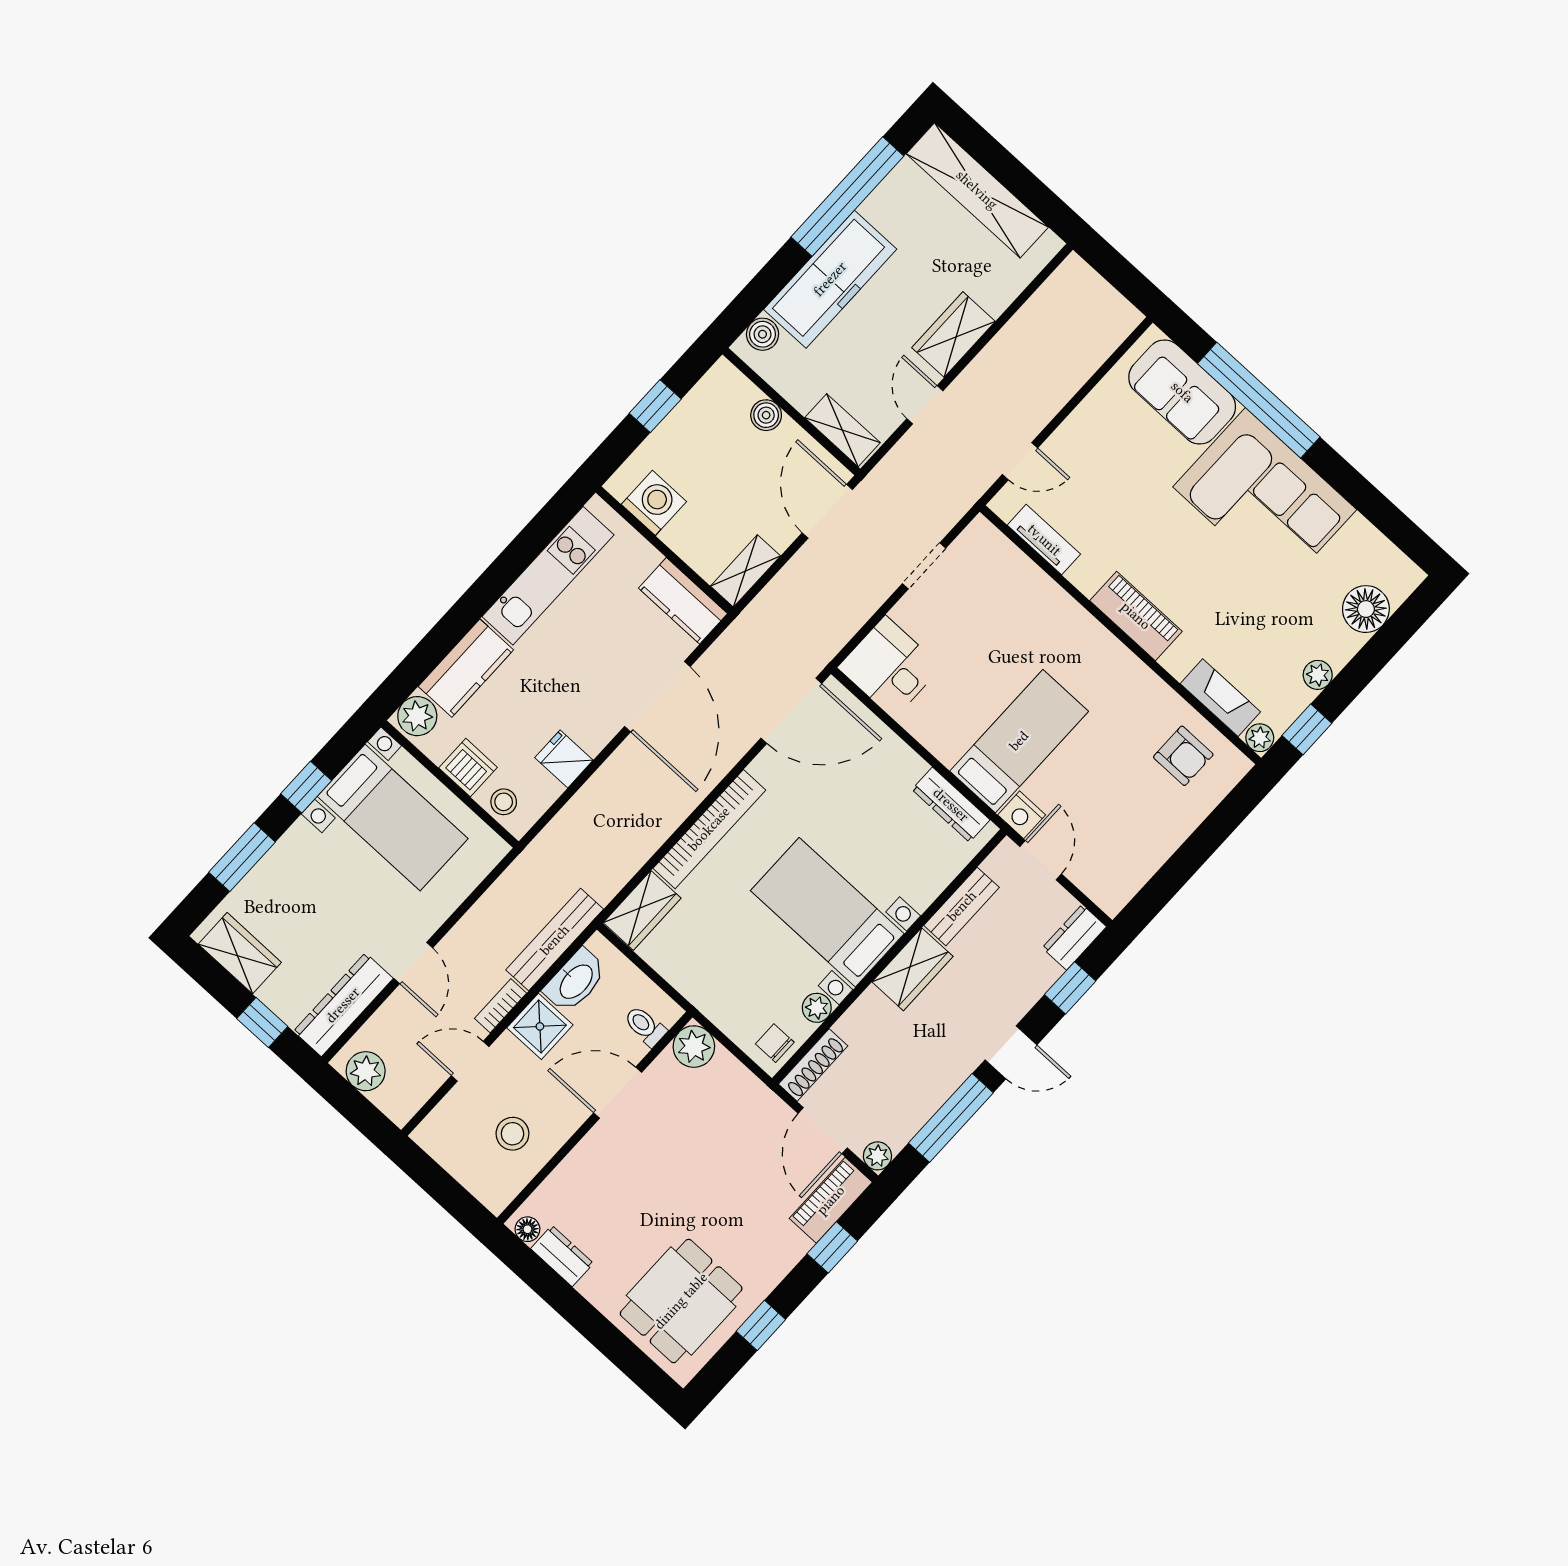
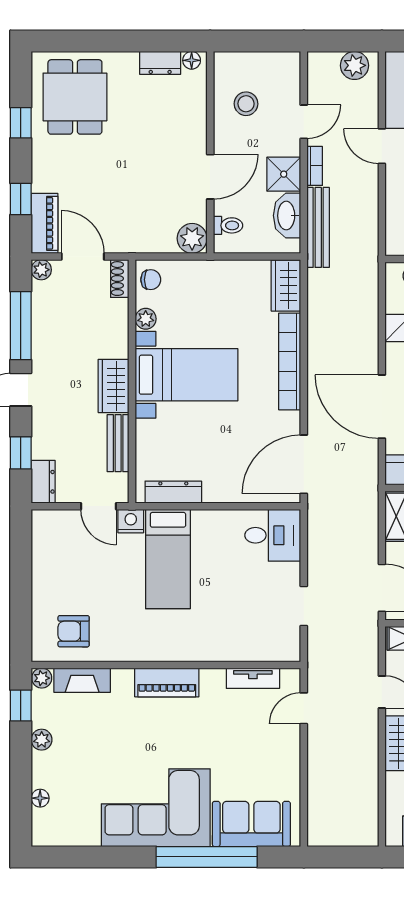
floor lamp: (1366, 609) -> (40, 798), width x0.53, depth x0.53
shoe rack: (813, 1065) -> (120, 279), width x0.70

